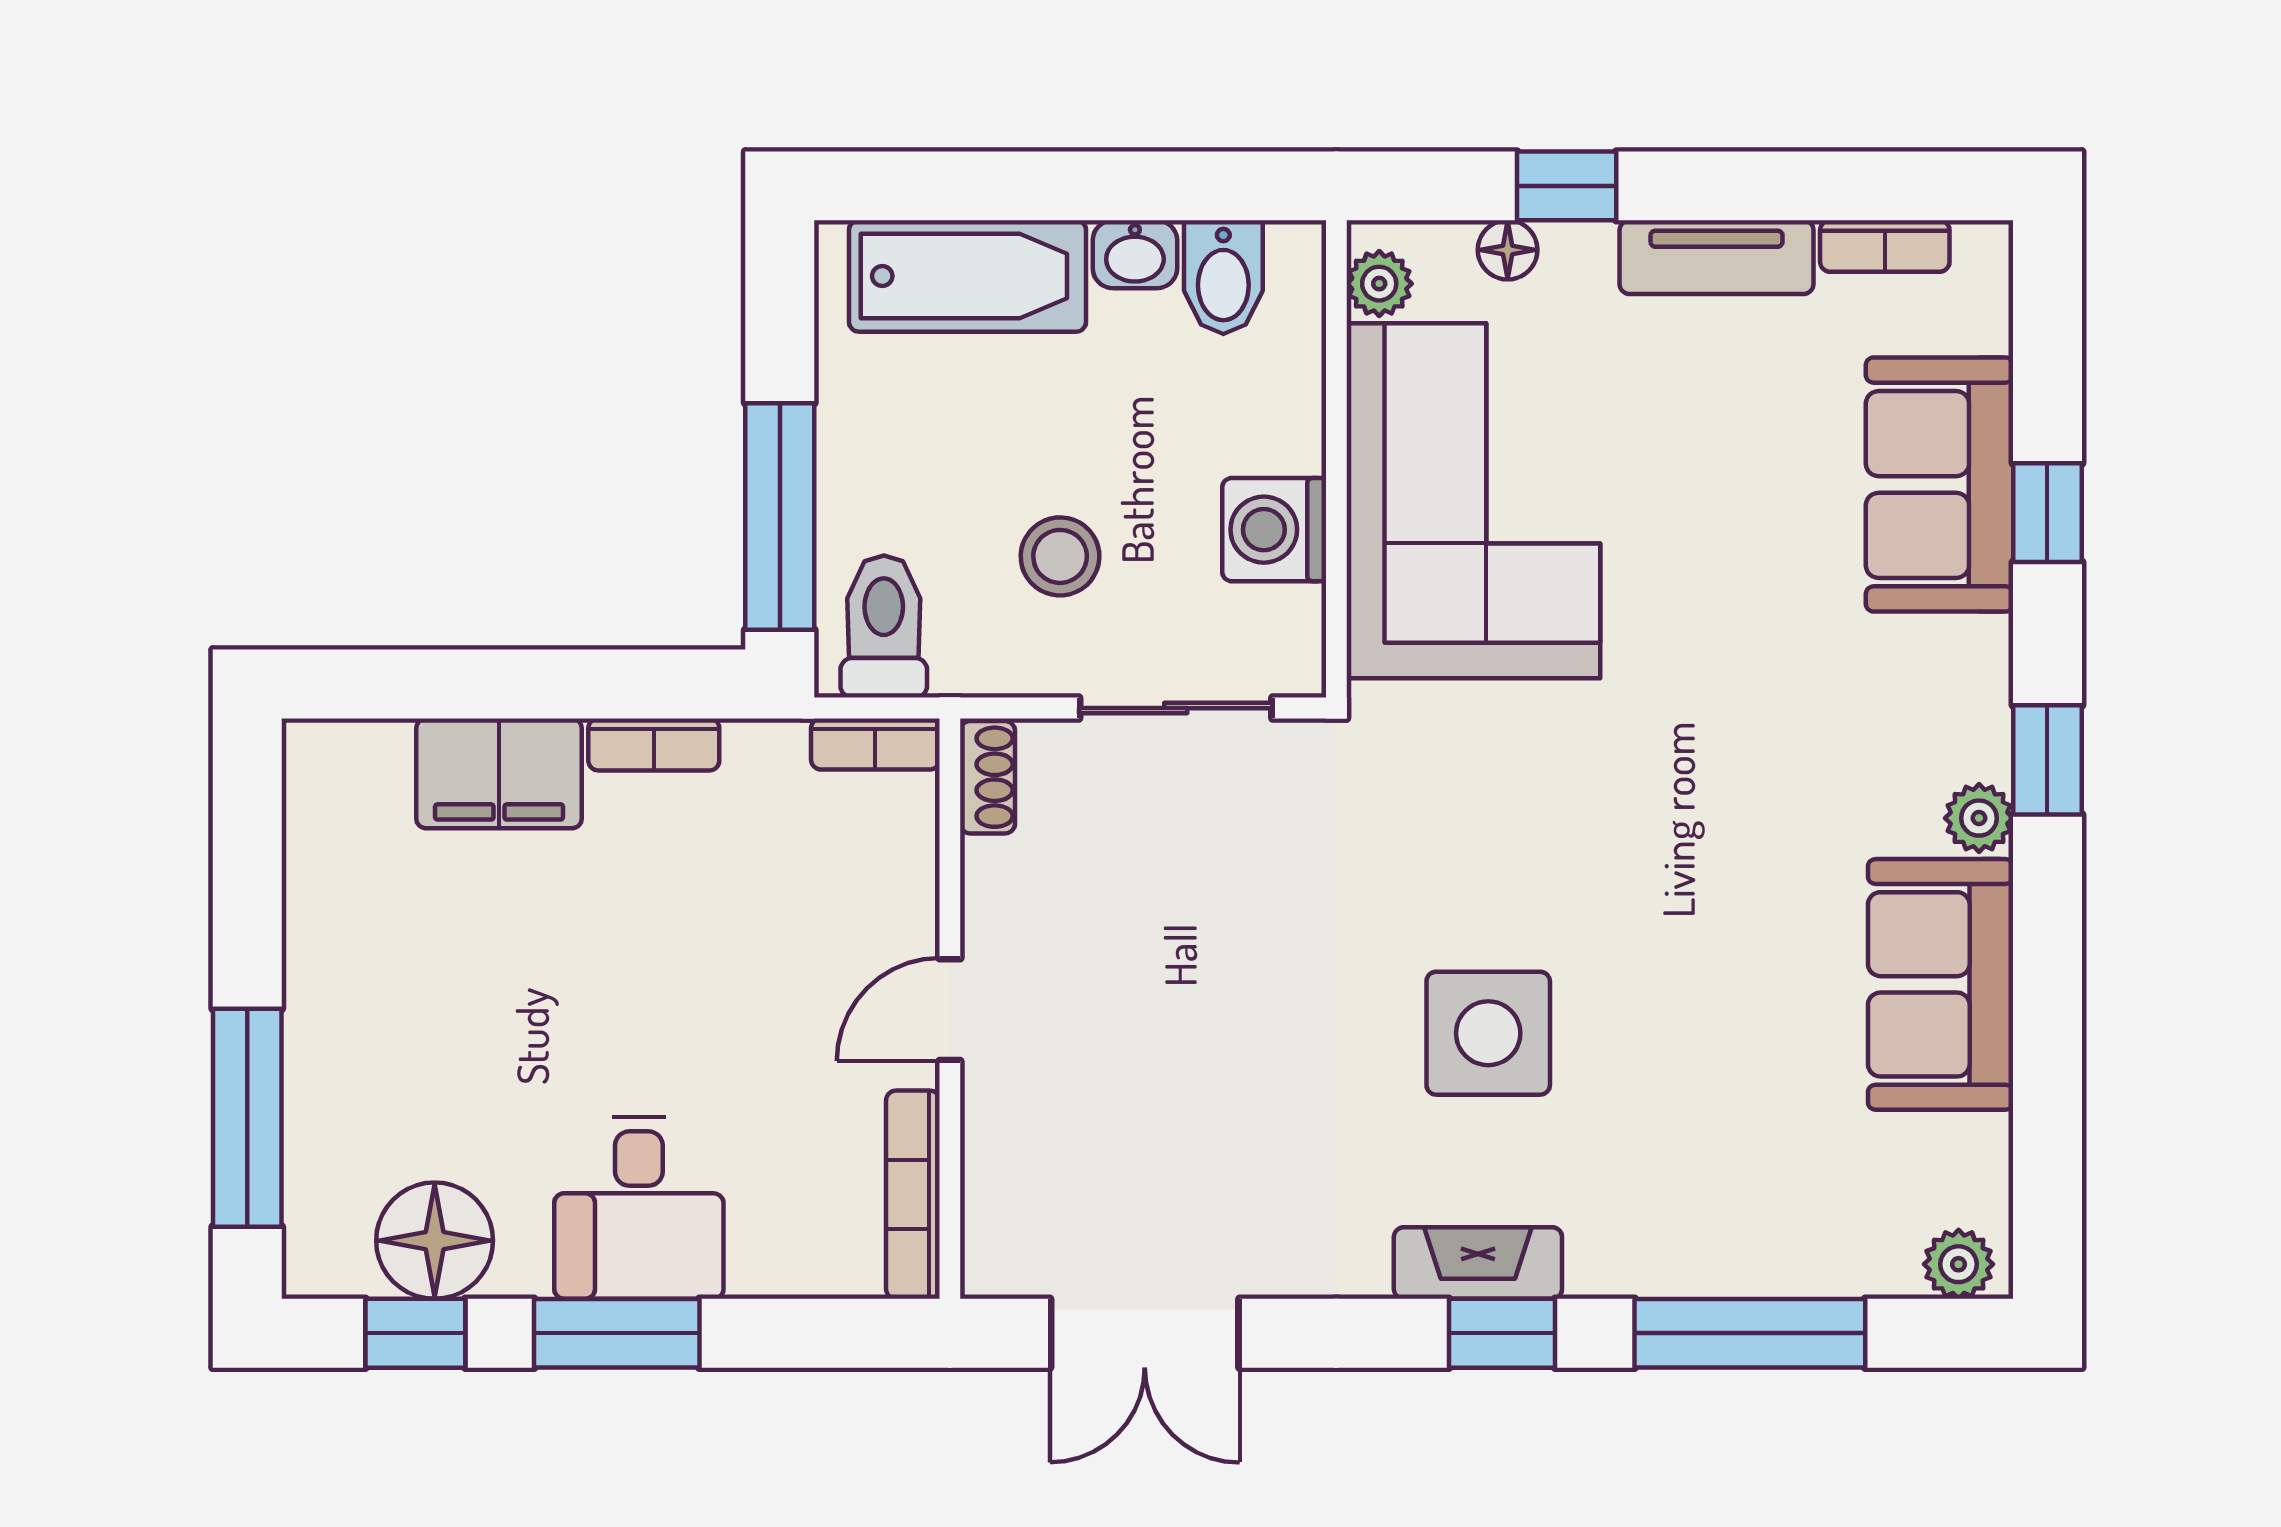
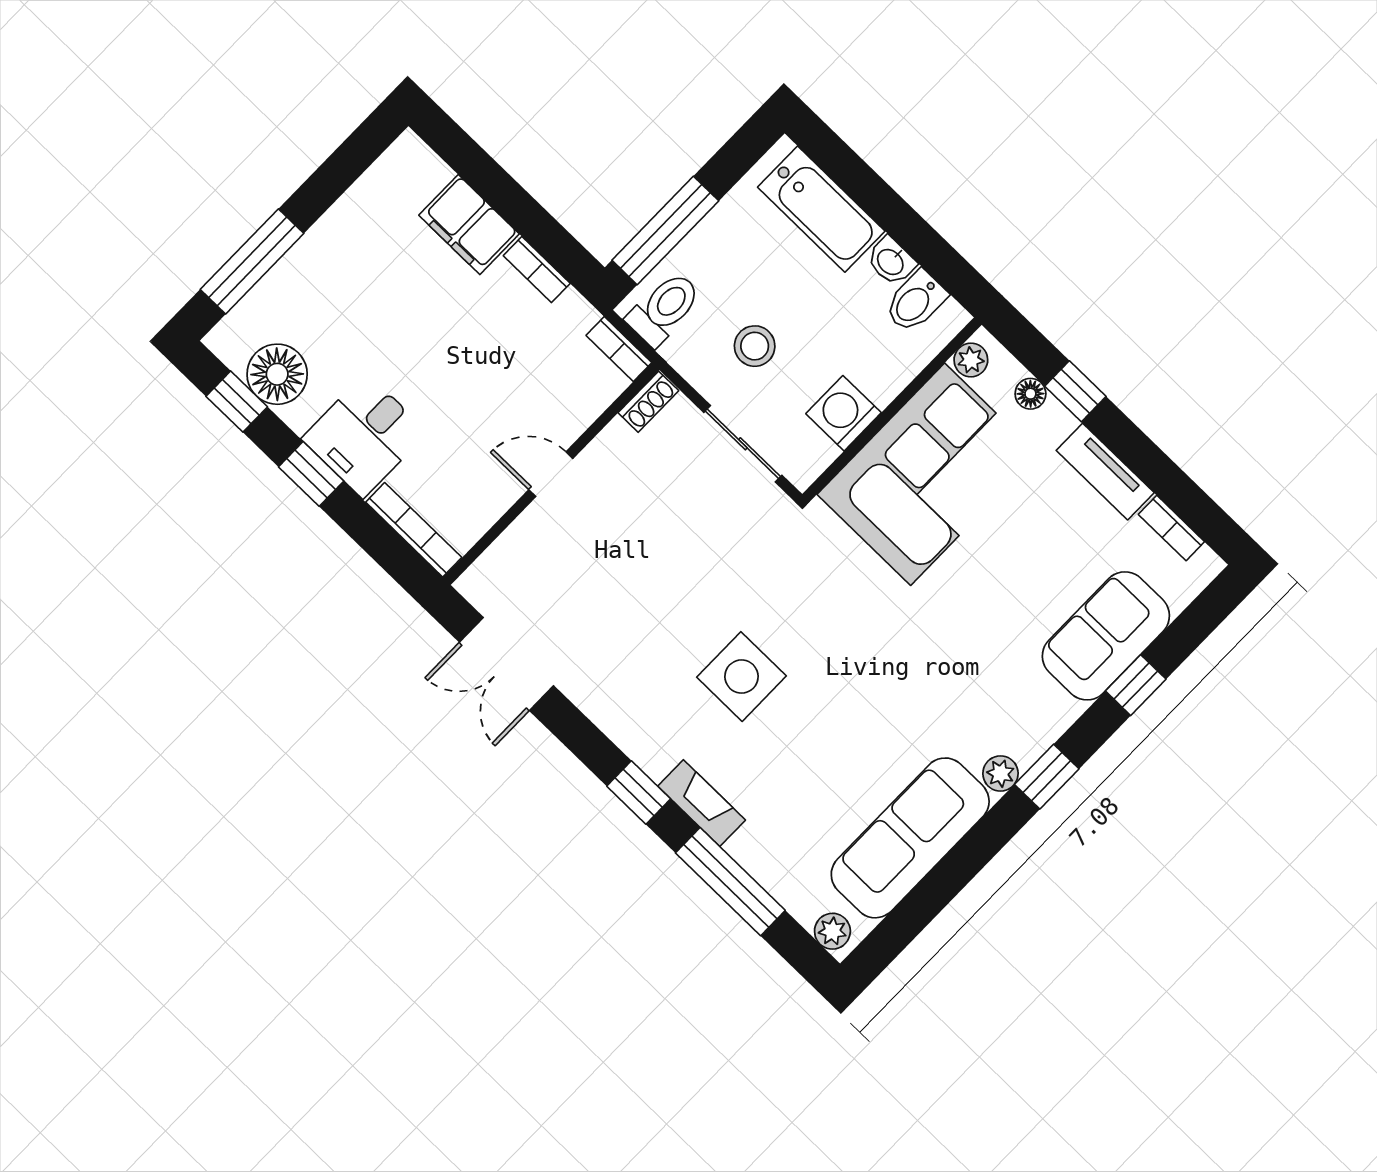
sofa: (1941, 984) -> (910, 838), width x1.36
bookcase: (913, 1195) -> (414, 530), moved, turned 90
fireplace: (1478, 1263) -> (702, 803), moved
window: (617, 1333) -> (311, 474), width x0.67

